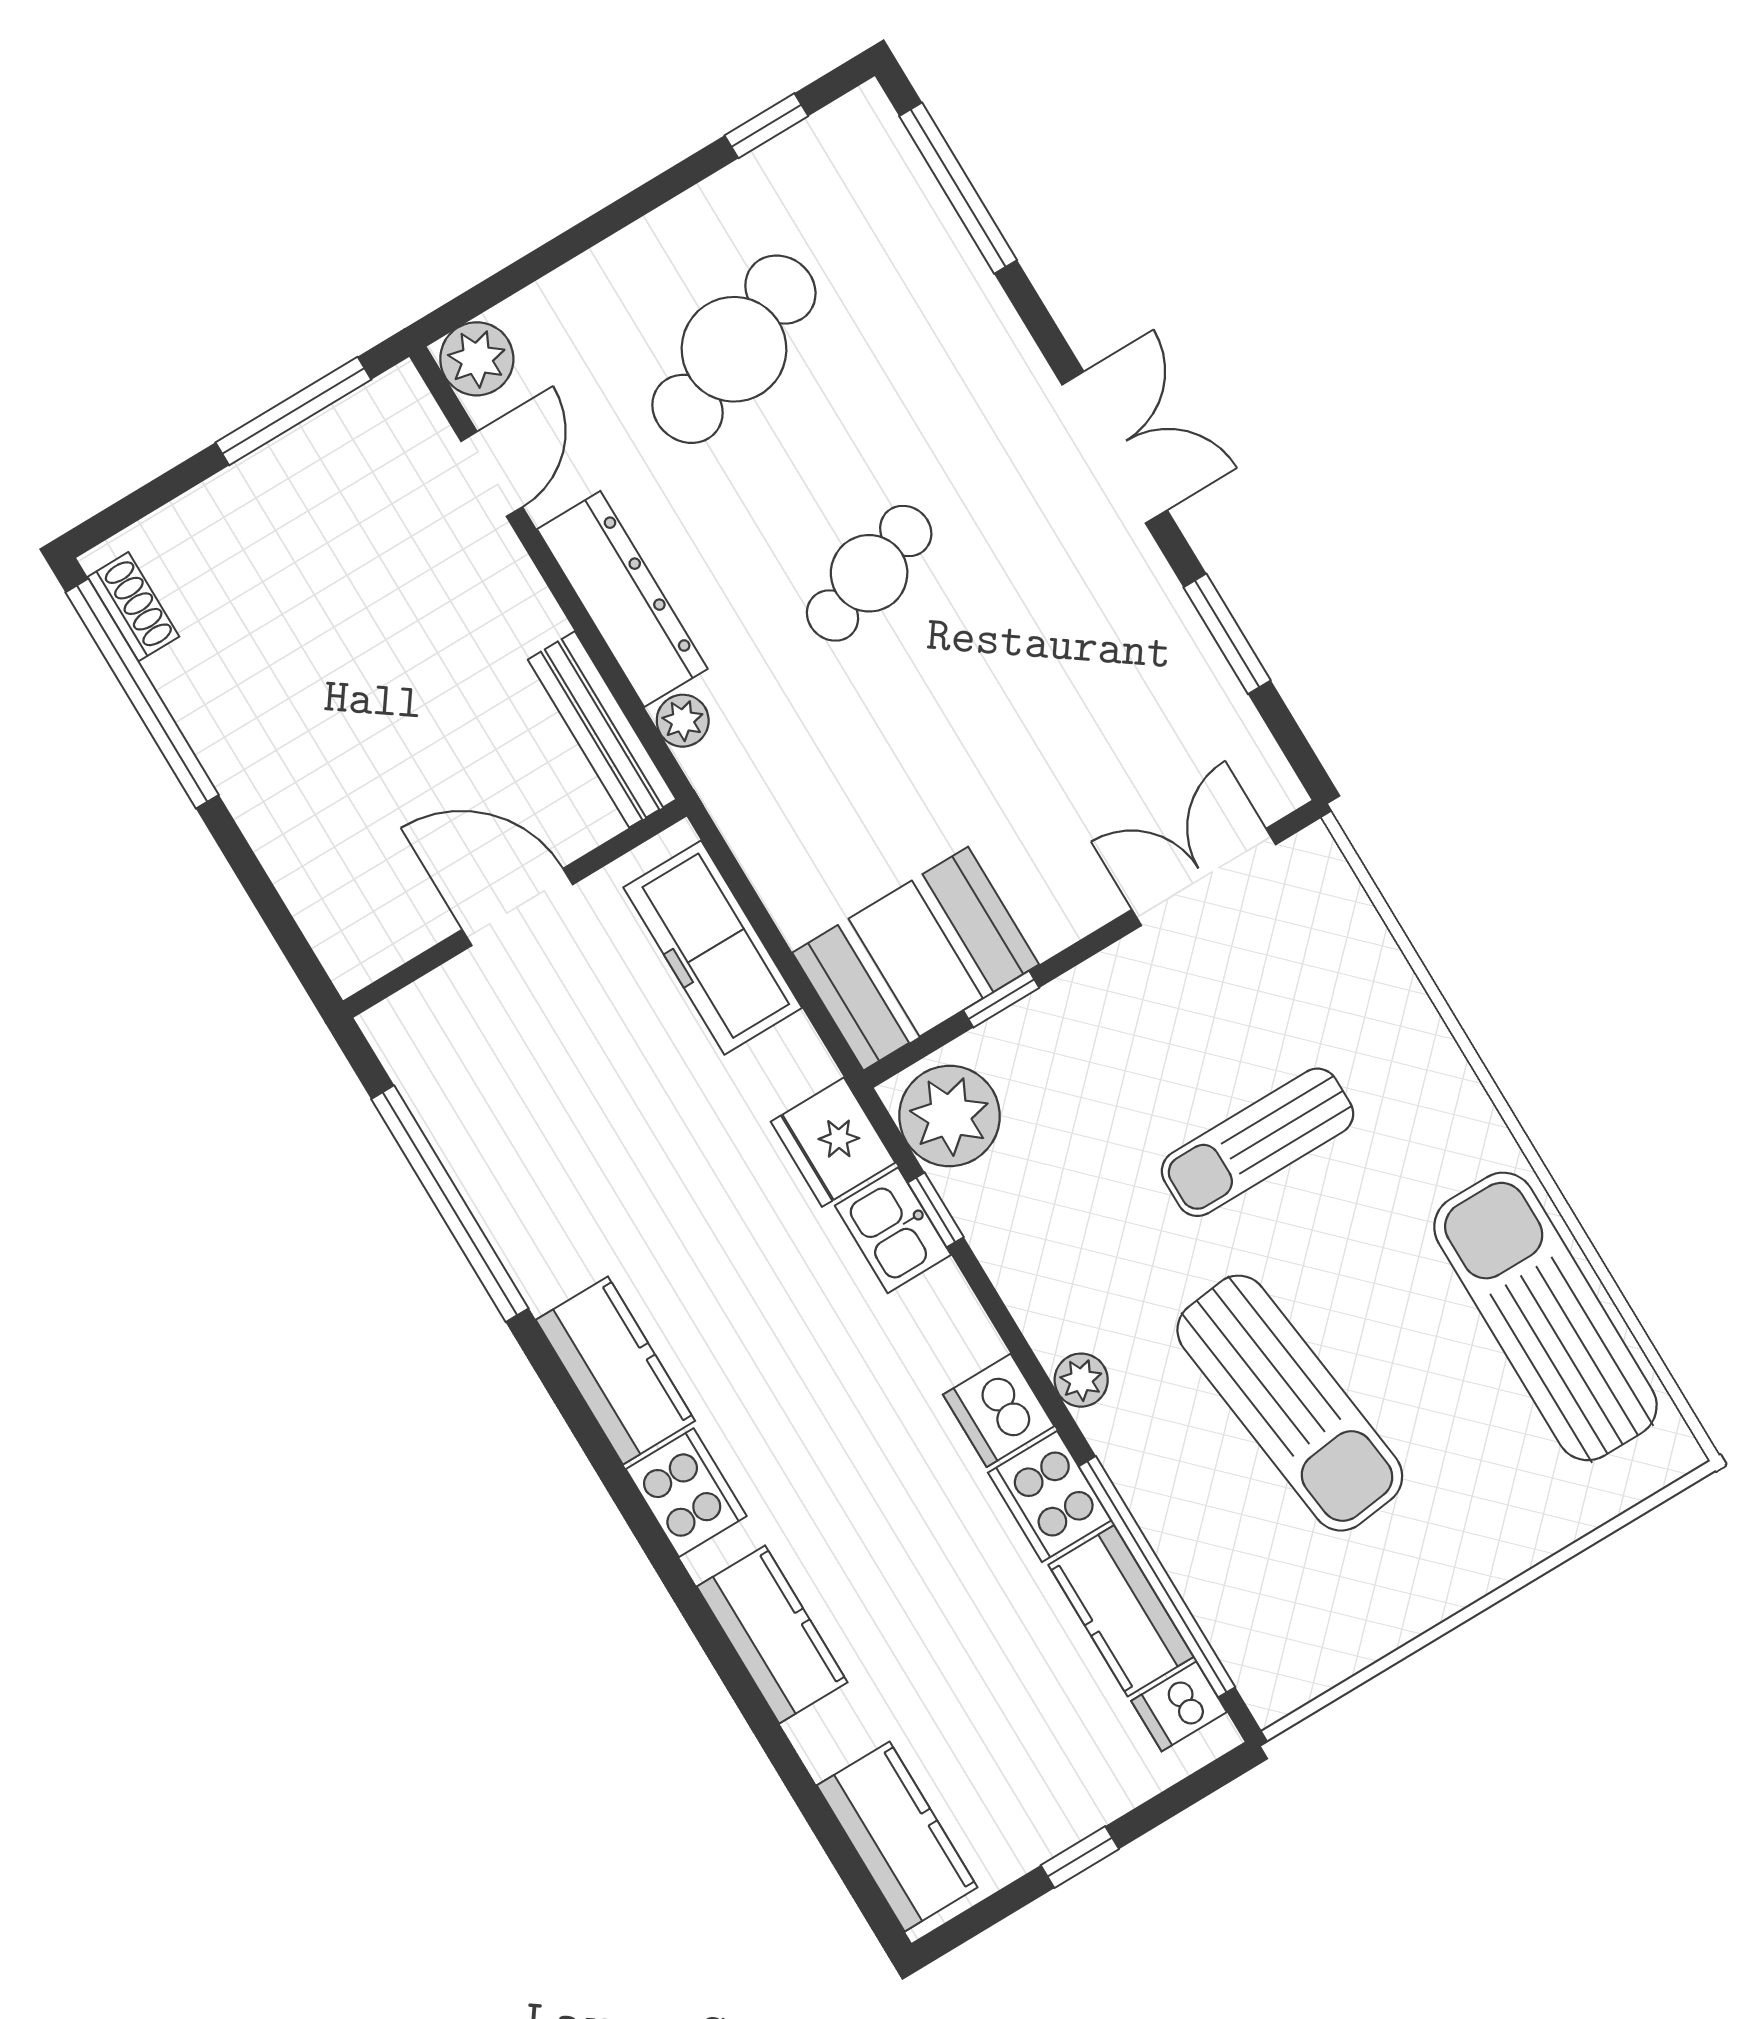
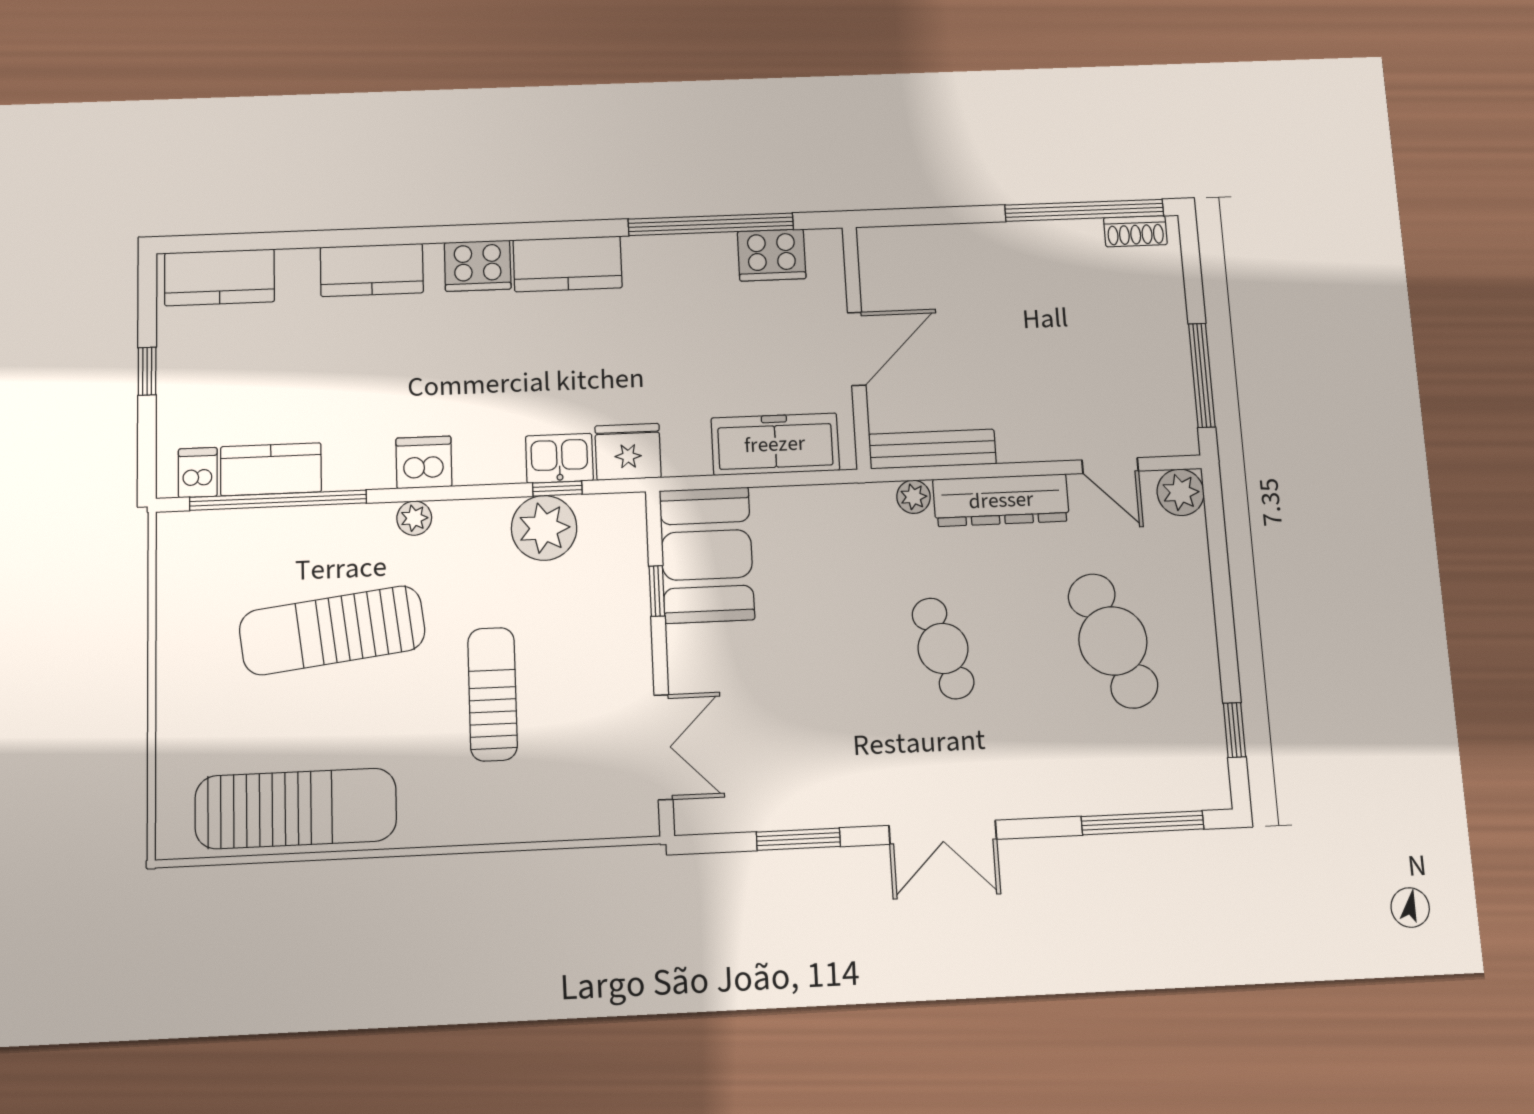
plant: (949, 1116) -> (544, 528), moved
cooker: (1050, 1497) -> (772, 255), moved, turned 180

